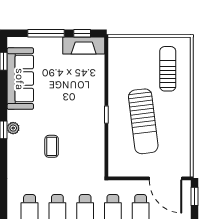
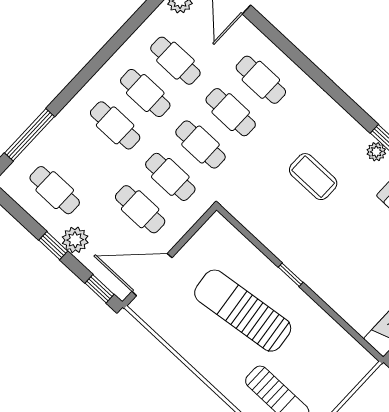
coffee table: (52, 146) -> (313, 177), width x1.36, depth x1.30

